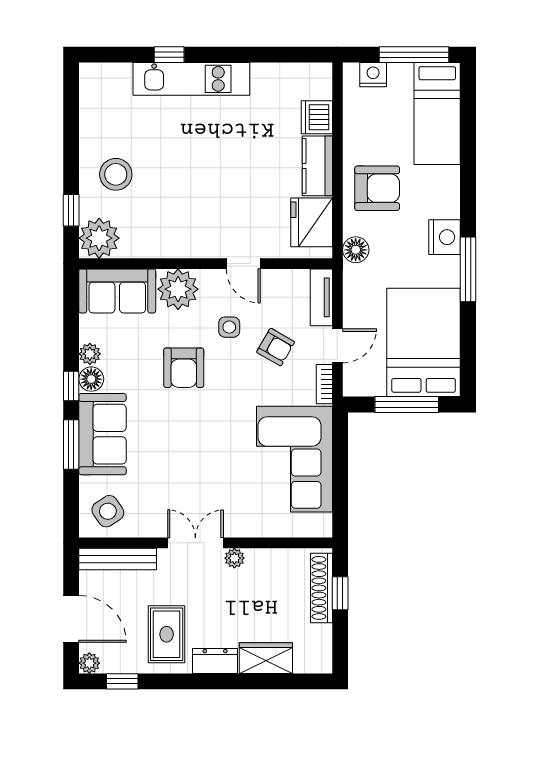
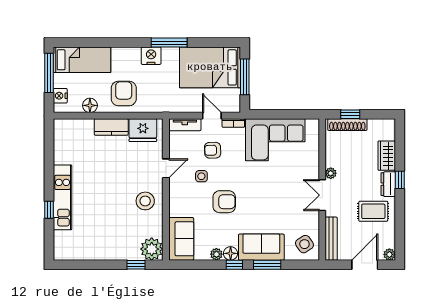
dishwasher: (317, 117) -> (84, 127), removed
stool: (116, 174) -> (145, 201), moved
floor lamp: (356, 250) -> (90, 105), moved
plant: (178, 289) -> (180, 205), removed
armchair: (276, 347) -> (213, 150), turned -122
window: (122, 681) -> (400, 180), moved

